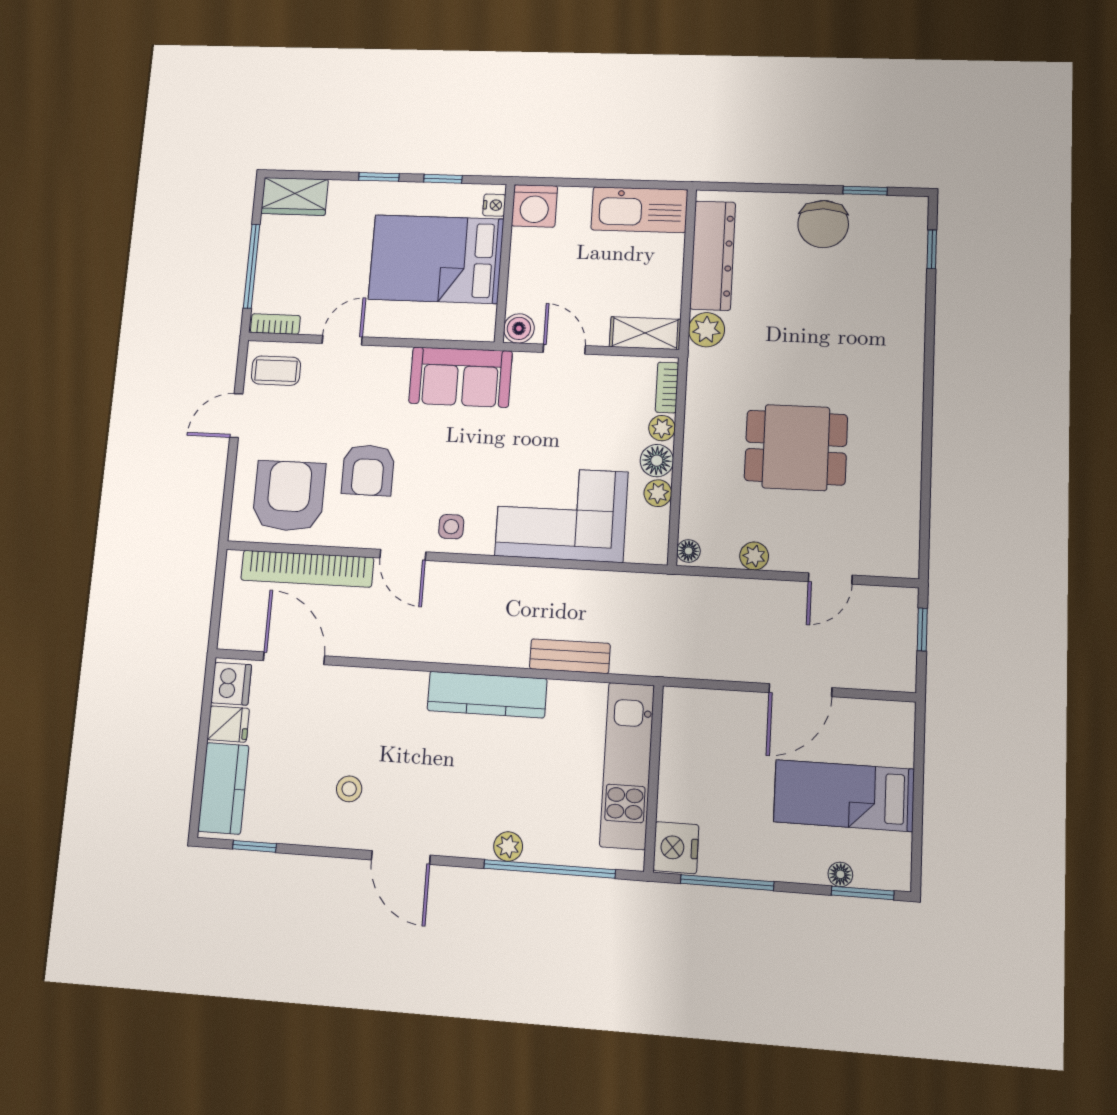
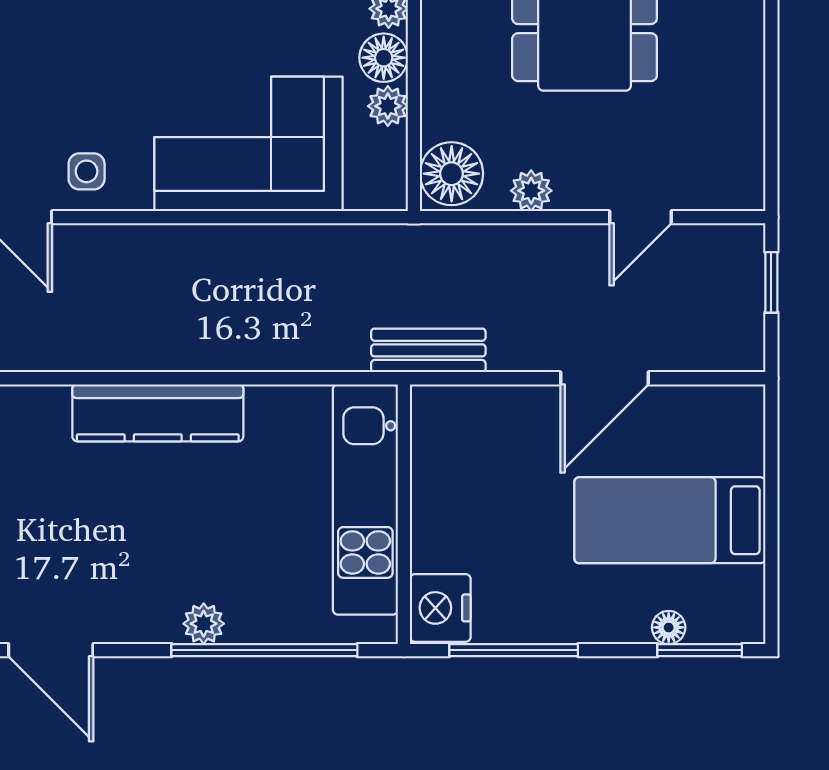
floor lamp: (689, 551) -> (452, 174), width x1.89, depth x1.89
bench: (570, 656) -> (428, 350), moved

